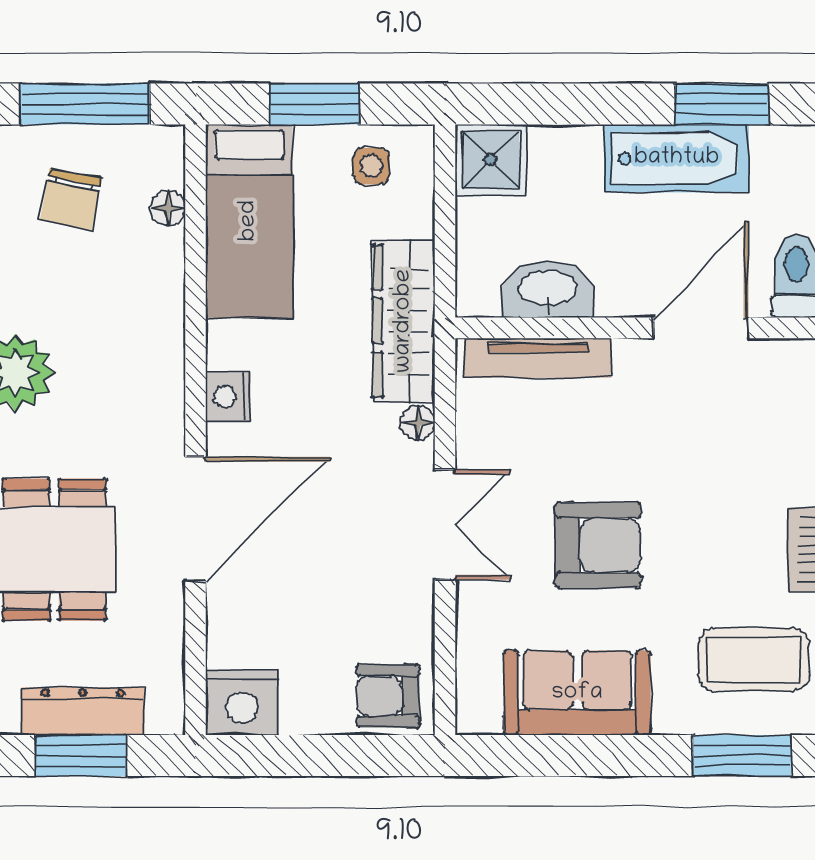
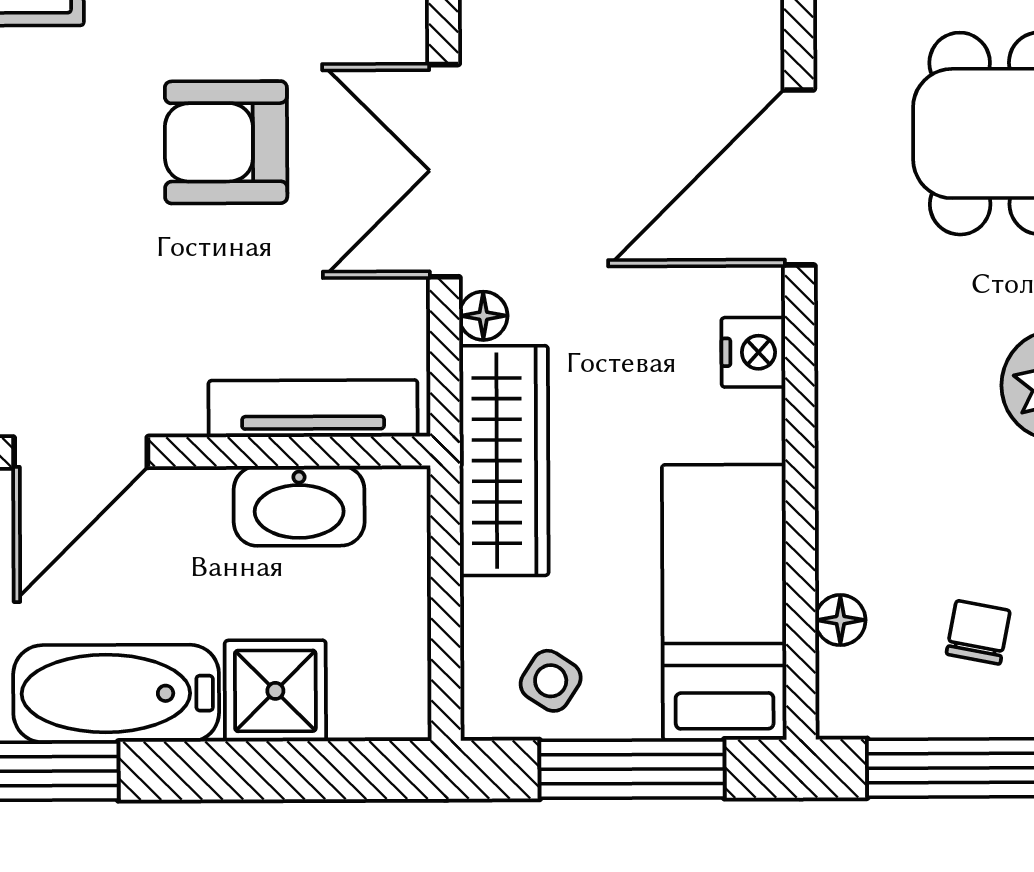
window: (314, 104) -> (632, 769), width x1.44
shower: (491, 160) -> (275, 691), moved
side table: (371, 166) -> (551, 681), turned 33
chair: (71, 199) -> (978, 632), width x0.73, depth x0.73
double door: (445, 525) -> (444, 171), width x1.37

